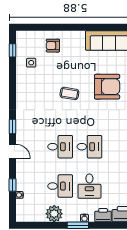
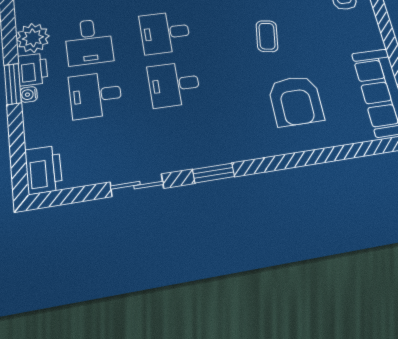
desk: (60, 147) -> (165, 33), turned 90
desk: (89, 147) -> (174, 84), turned 90
printer: (103, 215) -> (33, 69), moved

